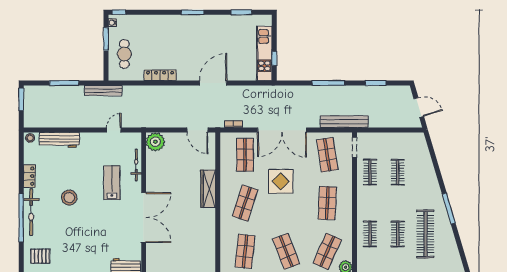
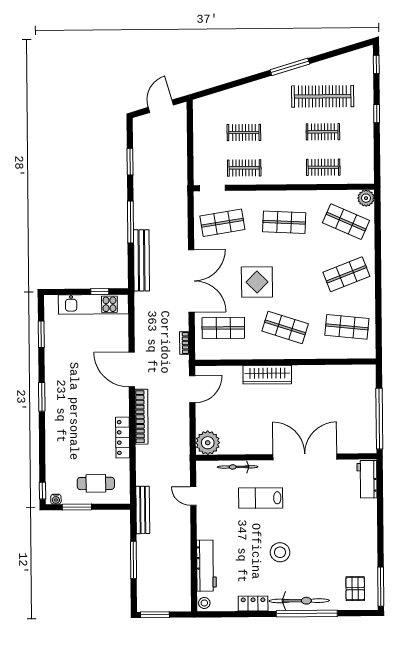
bookcase: (176, 90) -> (142, 417), added
bench: (344, 122) -> (142, 260), moved

